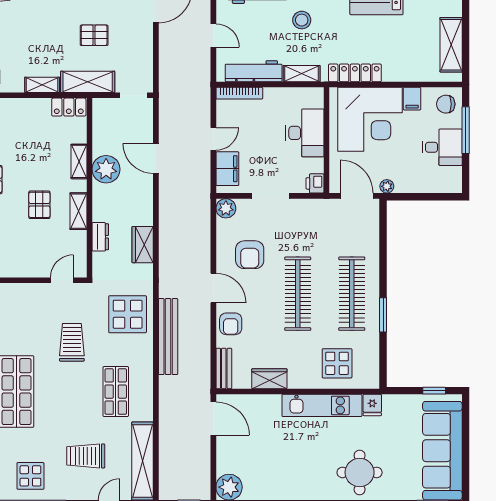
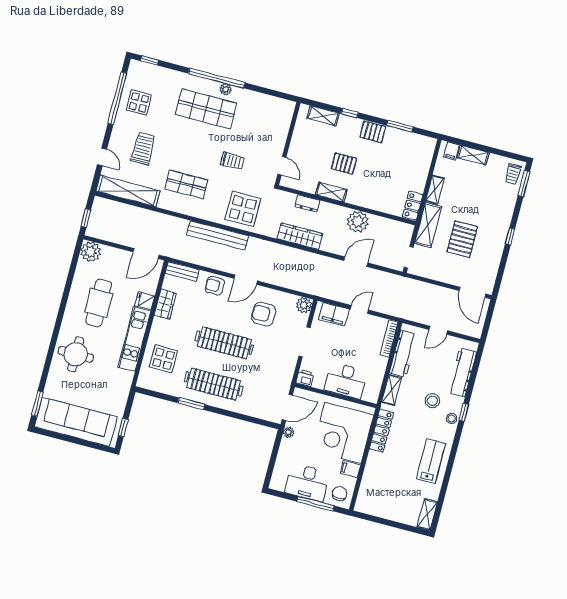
pallet: (94, 35) -> (462, 239), width x1.50, depth x1.42
shelving: (451, 45) -> (384, 510), removed
door: (213, 139) -> (359, 309), swing flipped
desk: (442, 147) -> (307, 482), width x1.37
shelving: (79, 161) -> (369, 202), removed
wardrobe: (143, 245) -> (300, 236), width x1.50
trolley: (72, 342) -> (232, 161), width x0.73, depth x0.72
fridge: (372, 405) -> (145, 301), moved
cafe table: (289, 461) -> (99, 303), added

